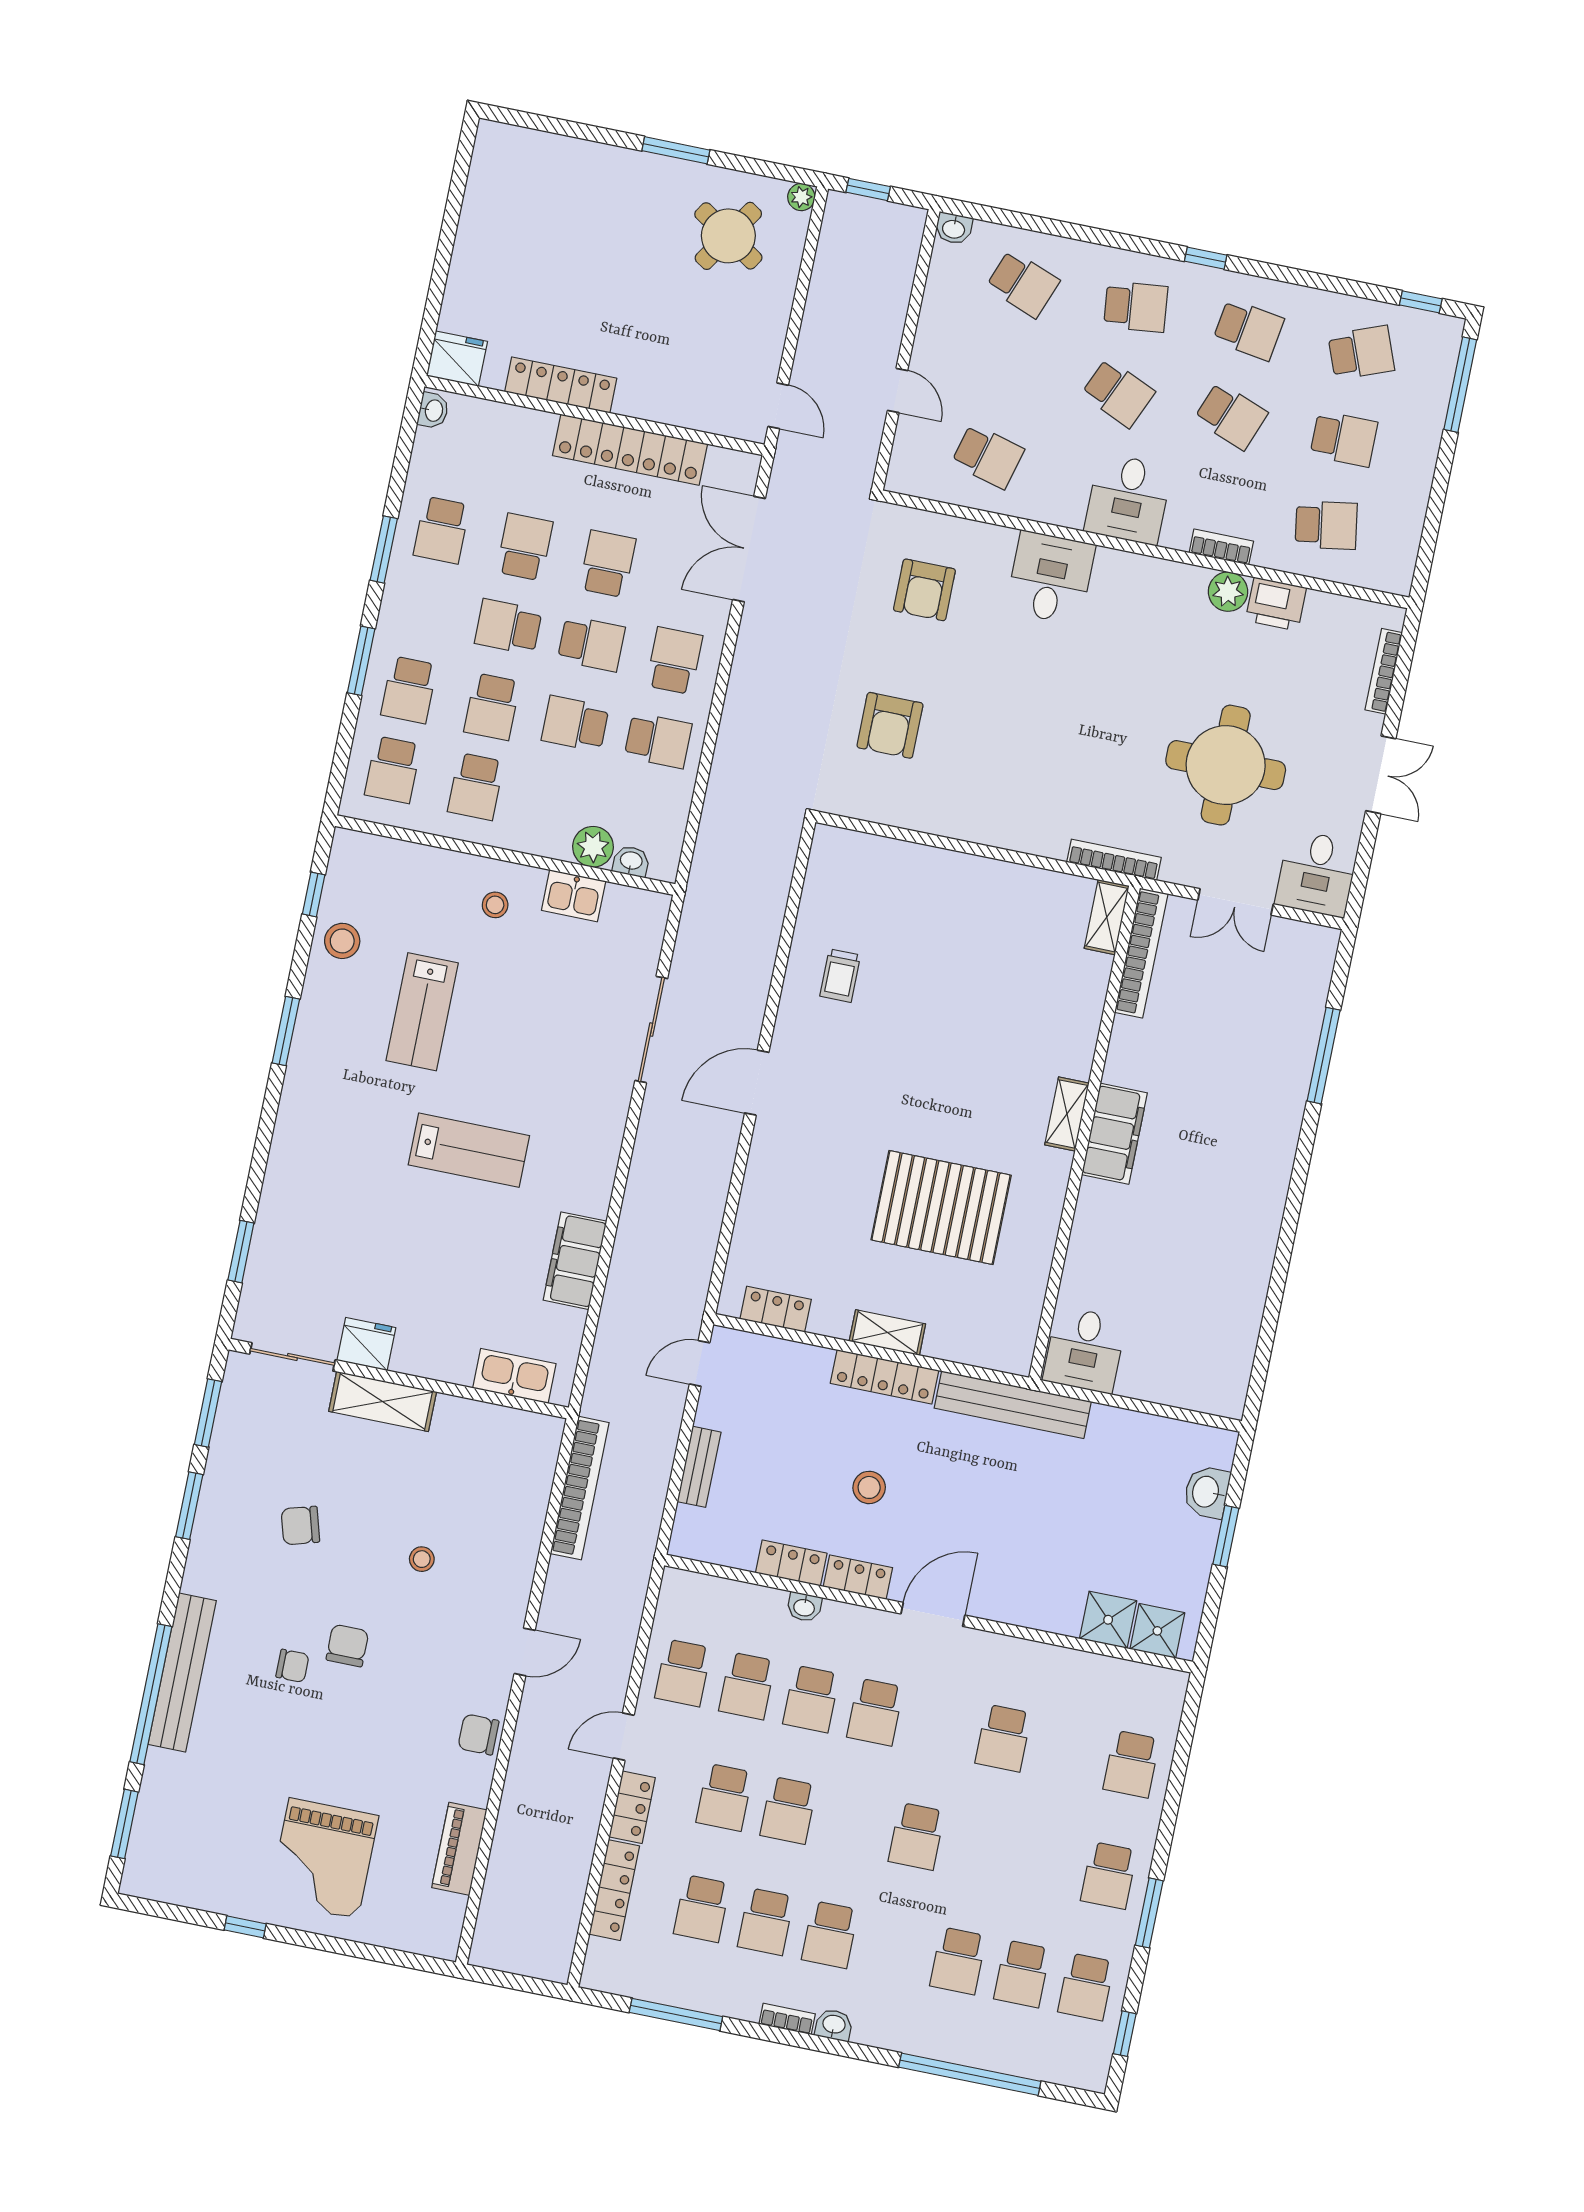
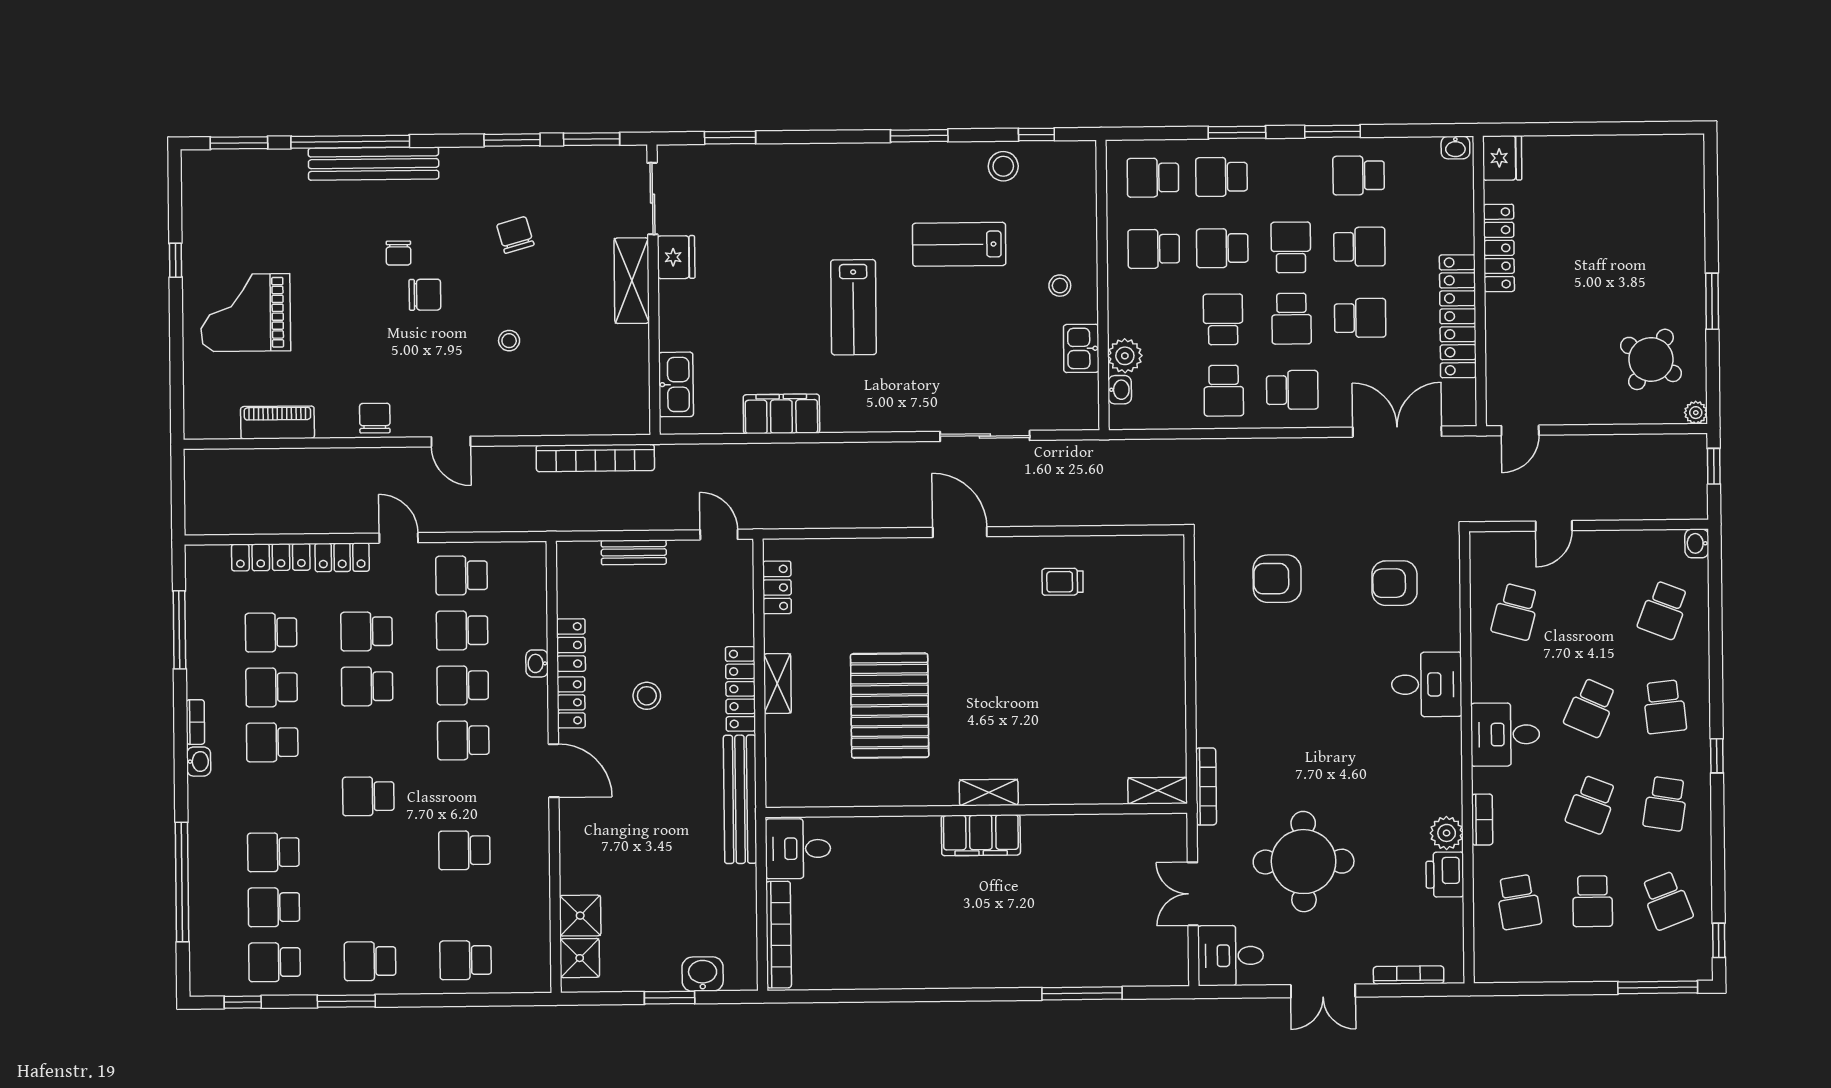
bookcase: (1141, 953) -> (779, 935), moved, turned -90

